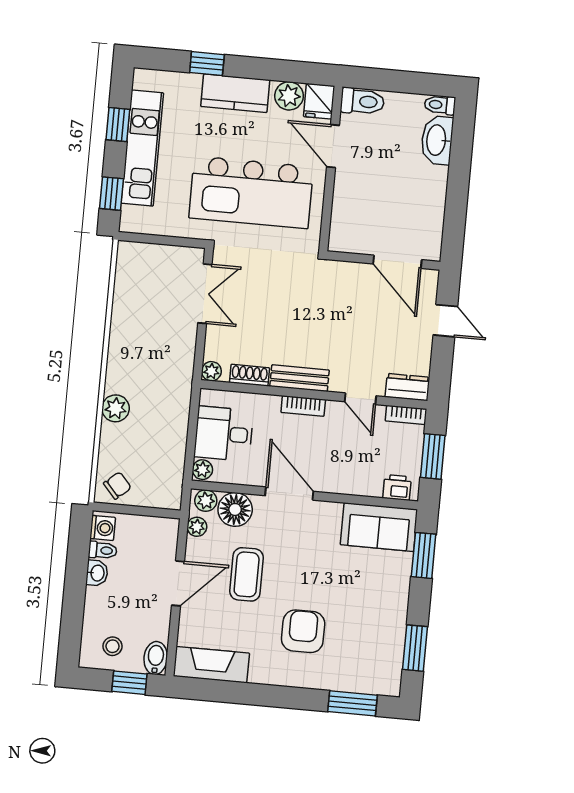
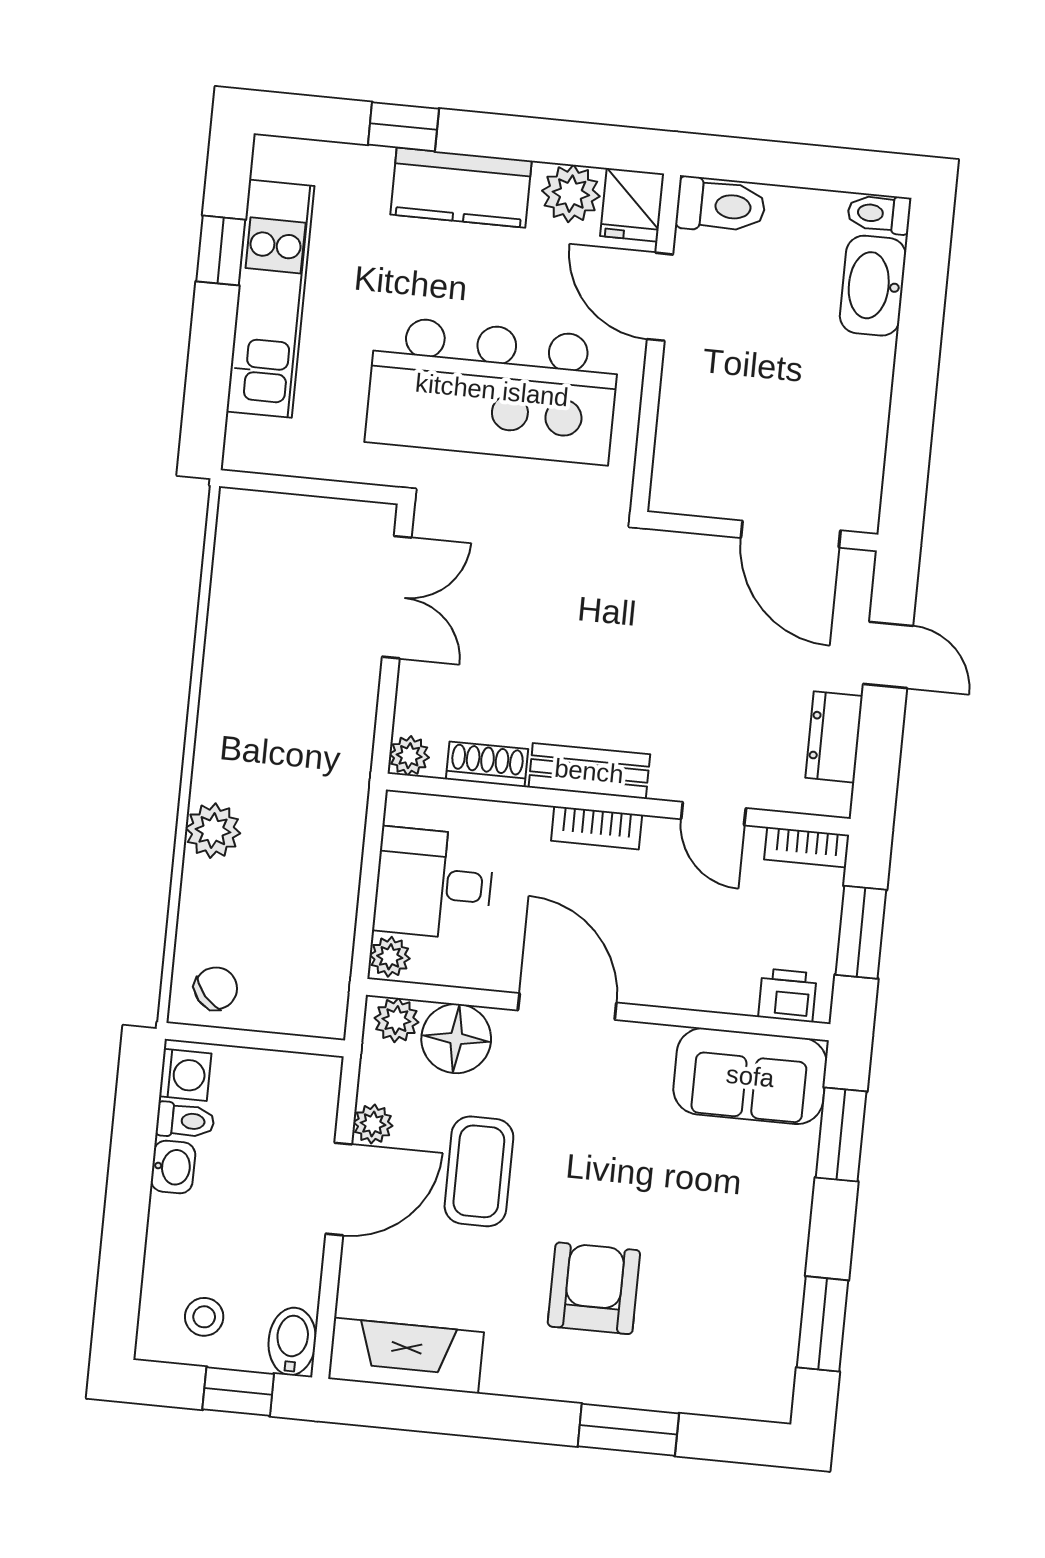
window: (112, 194) -> (207, 391), removed
dresser: (407, 387) -> (834, 737), moved, turned -90
plant: (197, 527) -> (373, 1124), moved
window: (353, 703) -> (628, 1430), moved

